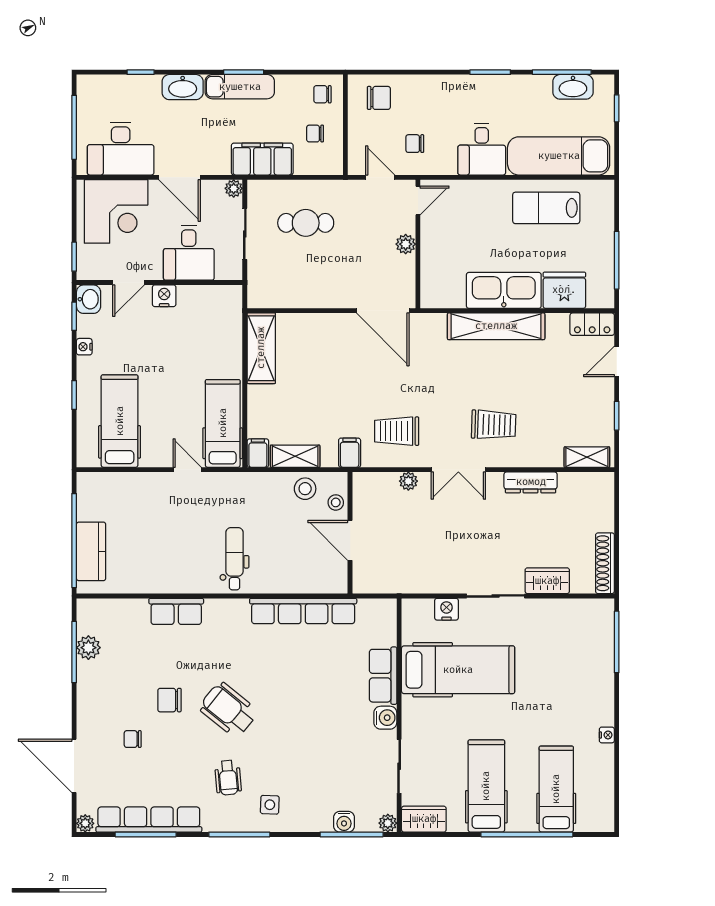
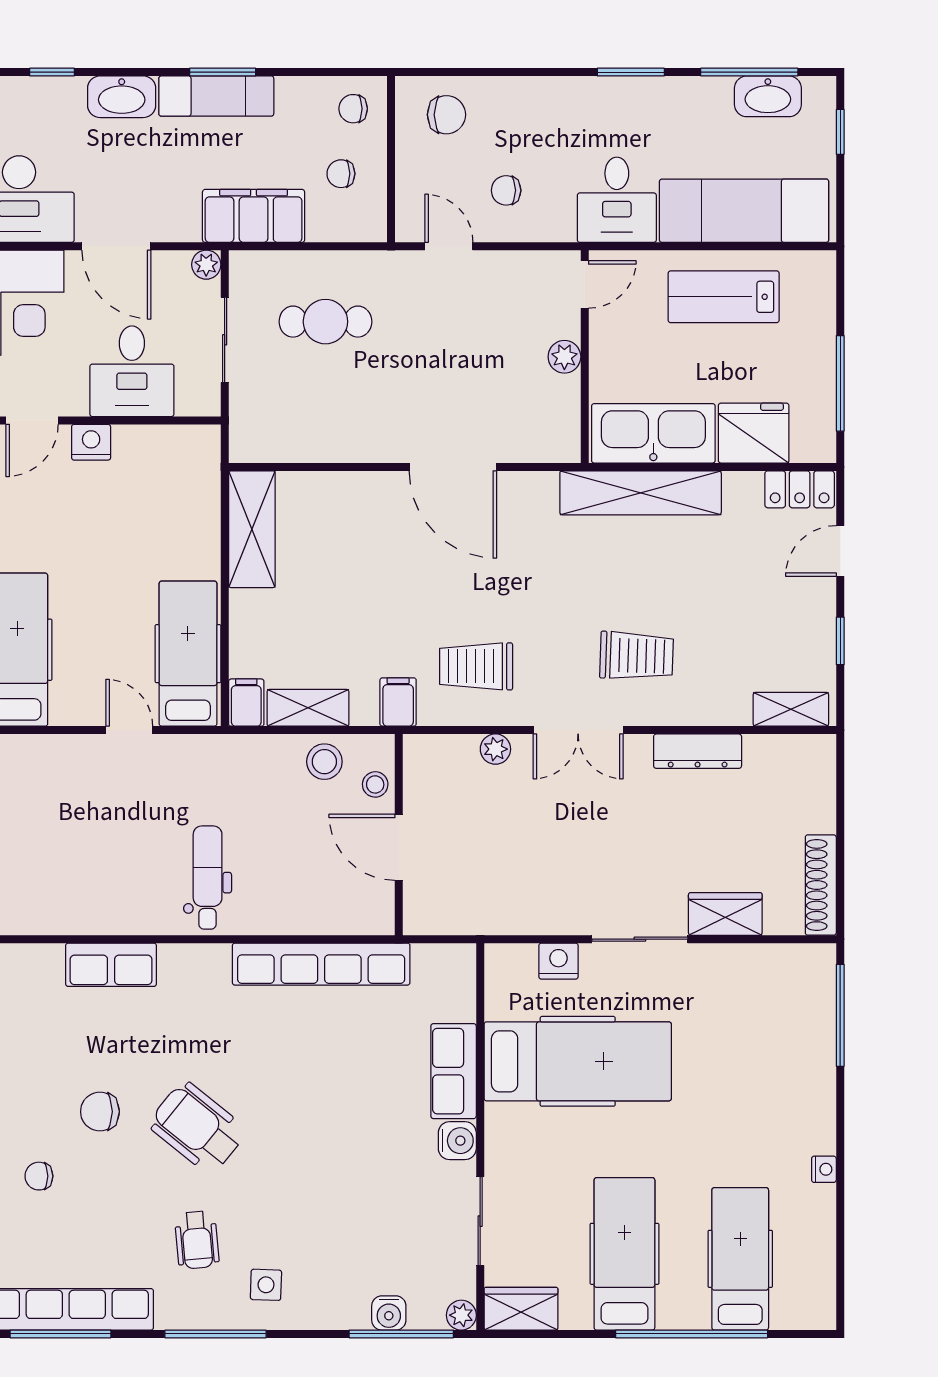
door: (418, 200) -> (585, 284), moved
plant: (406, 244) -> (564, 357), moved
wall: (418, 244) -> (585, 357), moved

